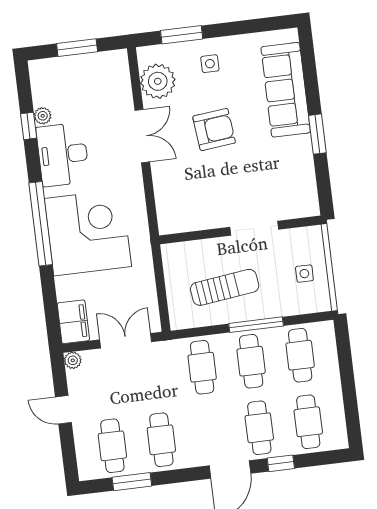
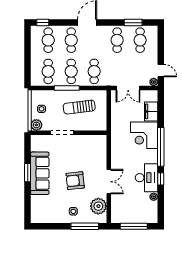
window: (182, 35) -> (85, 226), width x1.44
window: (77, 48) -> (134, 226), width x1.44
sofa: (286, 90) -> (40, 173), moved
window: (29, 126) -> (161, 179), moved
double door: (142, 136) -> (109, 182), swing flipped
corner desk: (88, 233) -> (144, 135), width x0.74, depth x0.74
plant: (311, 238) -> (36, 125), added
filing cabinet: (73, 322) -> (151, 111), moved
door: (63, 410) -> (161, 71), moved
window: (281, 463) -> (43, 23), moved

